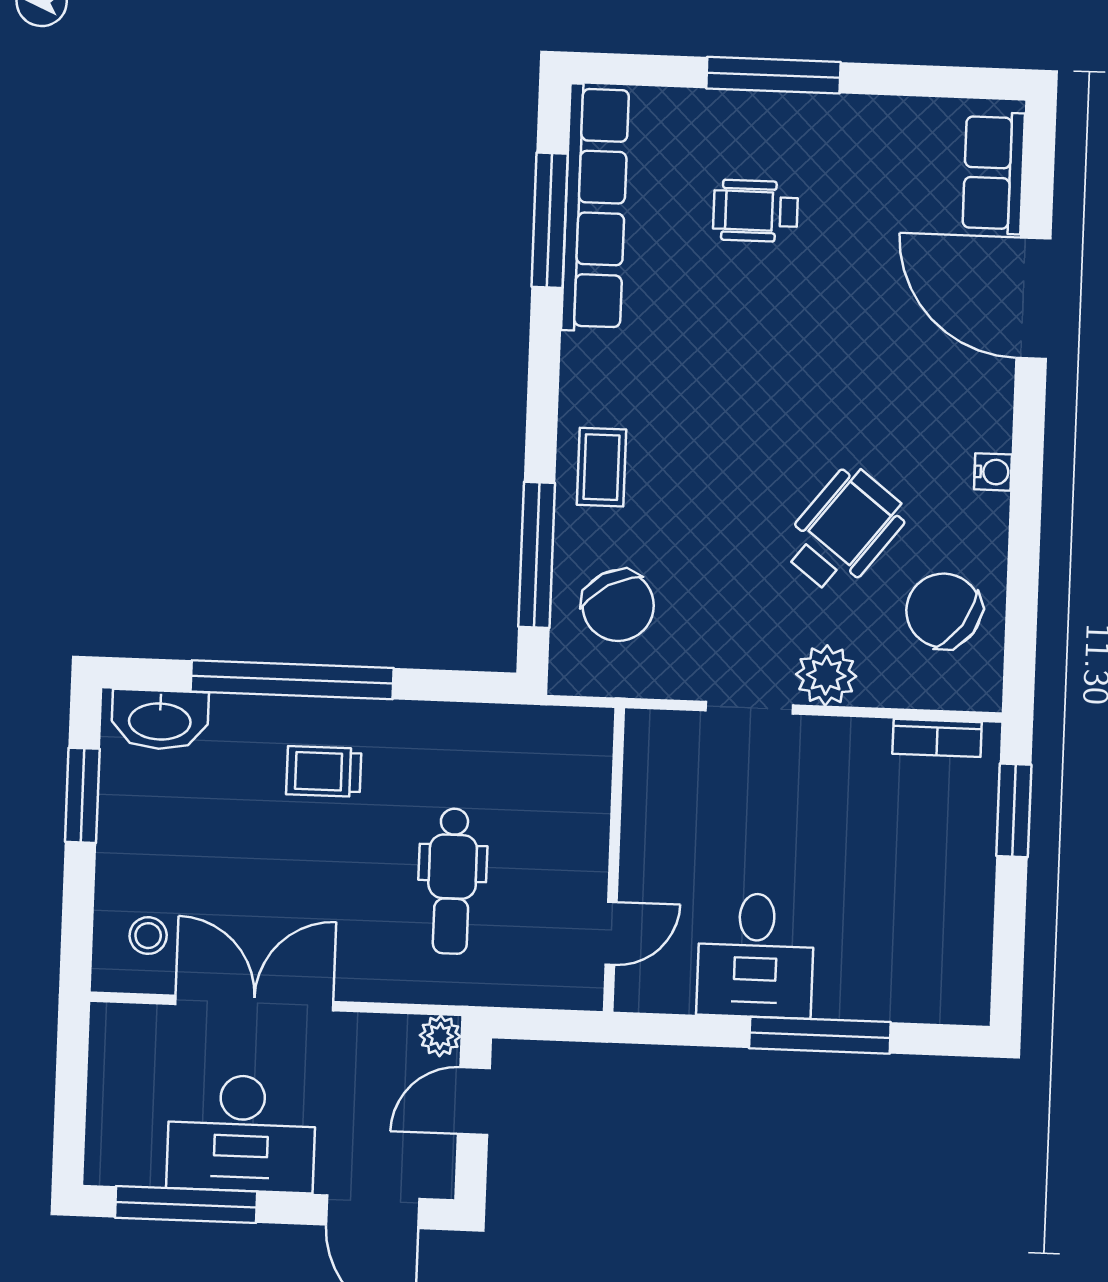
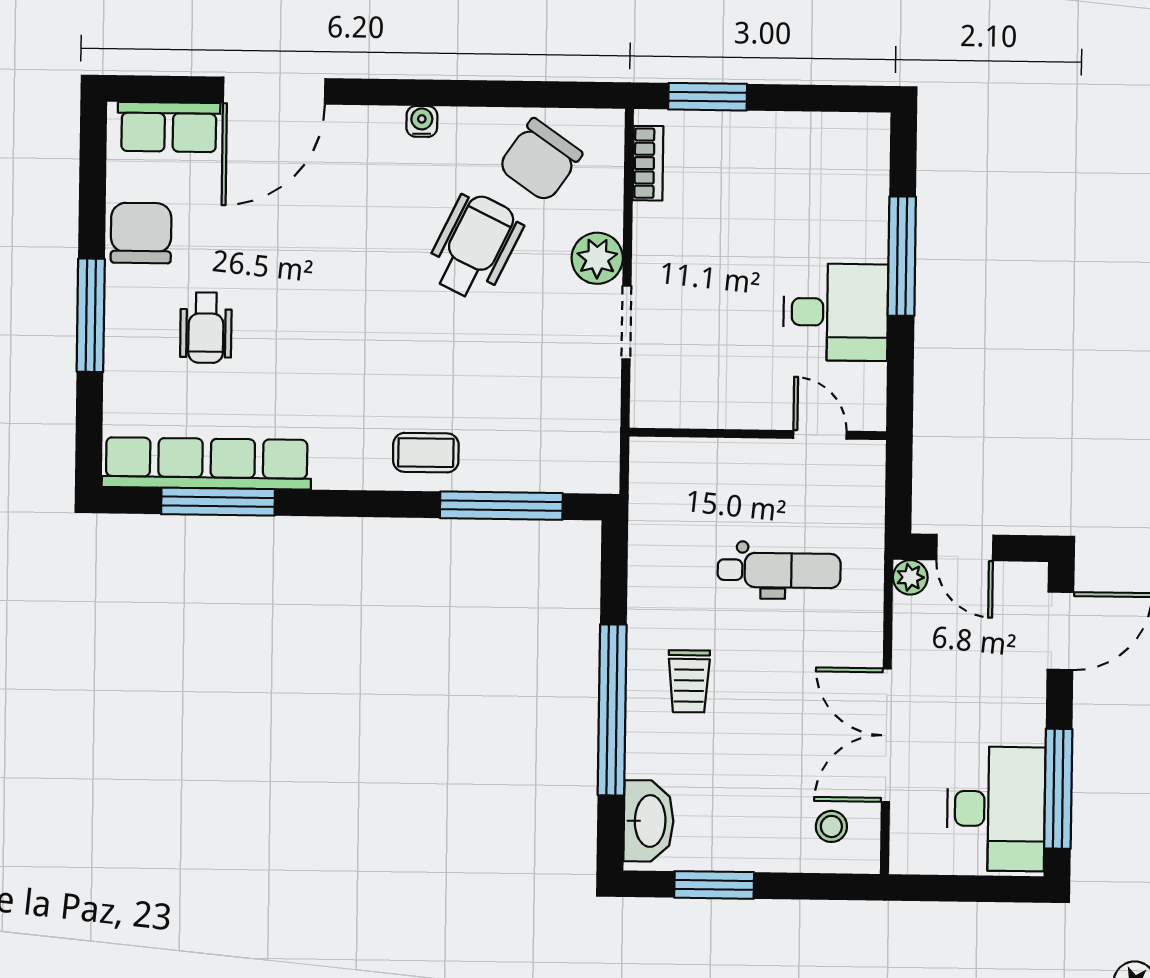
wheelchair: (844, 530) -> (474, 246), turned 78
chair: (618, 606) -> (141, 233), moved, turned -61
desk: (241, 1133) -> (996, 809), moved

